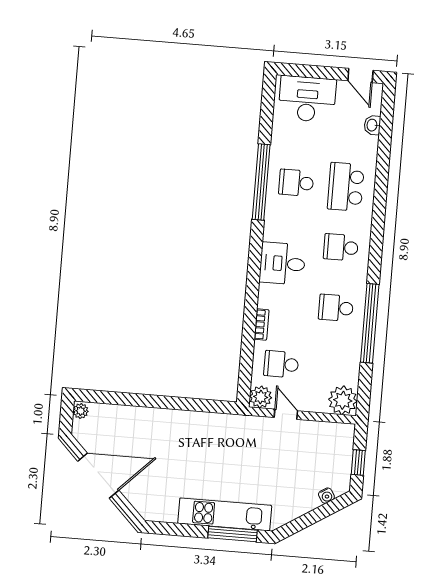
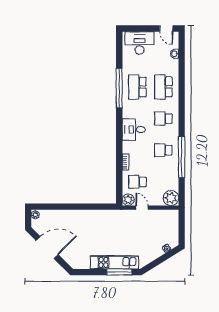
school desk: (296, 183) -> (137, 87), width x1.85
window: (358, 463) -> (182, 230), removed

